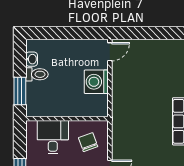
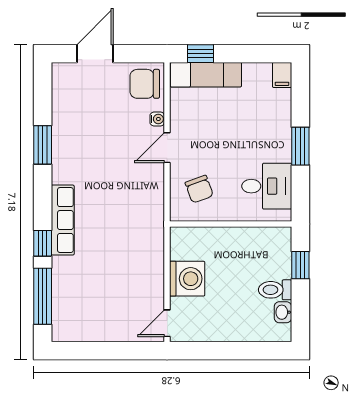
window: (20, 91) -> (300, 265), width x0.67
desk: (53, 137) -> (267, 186), moved, turned -90

